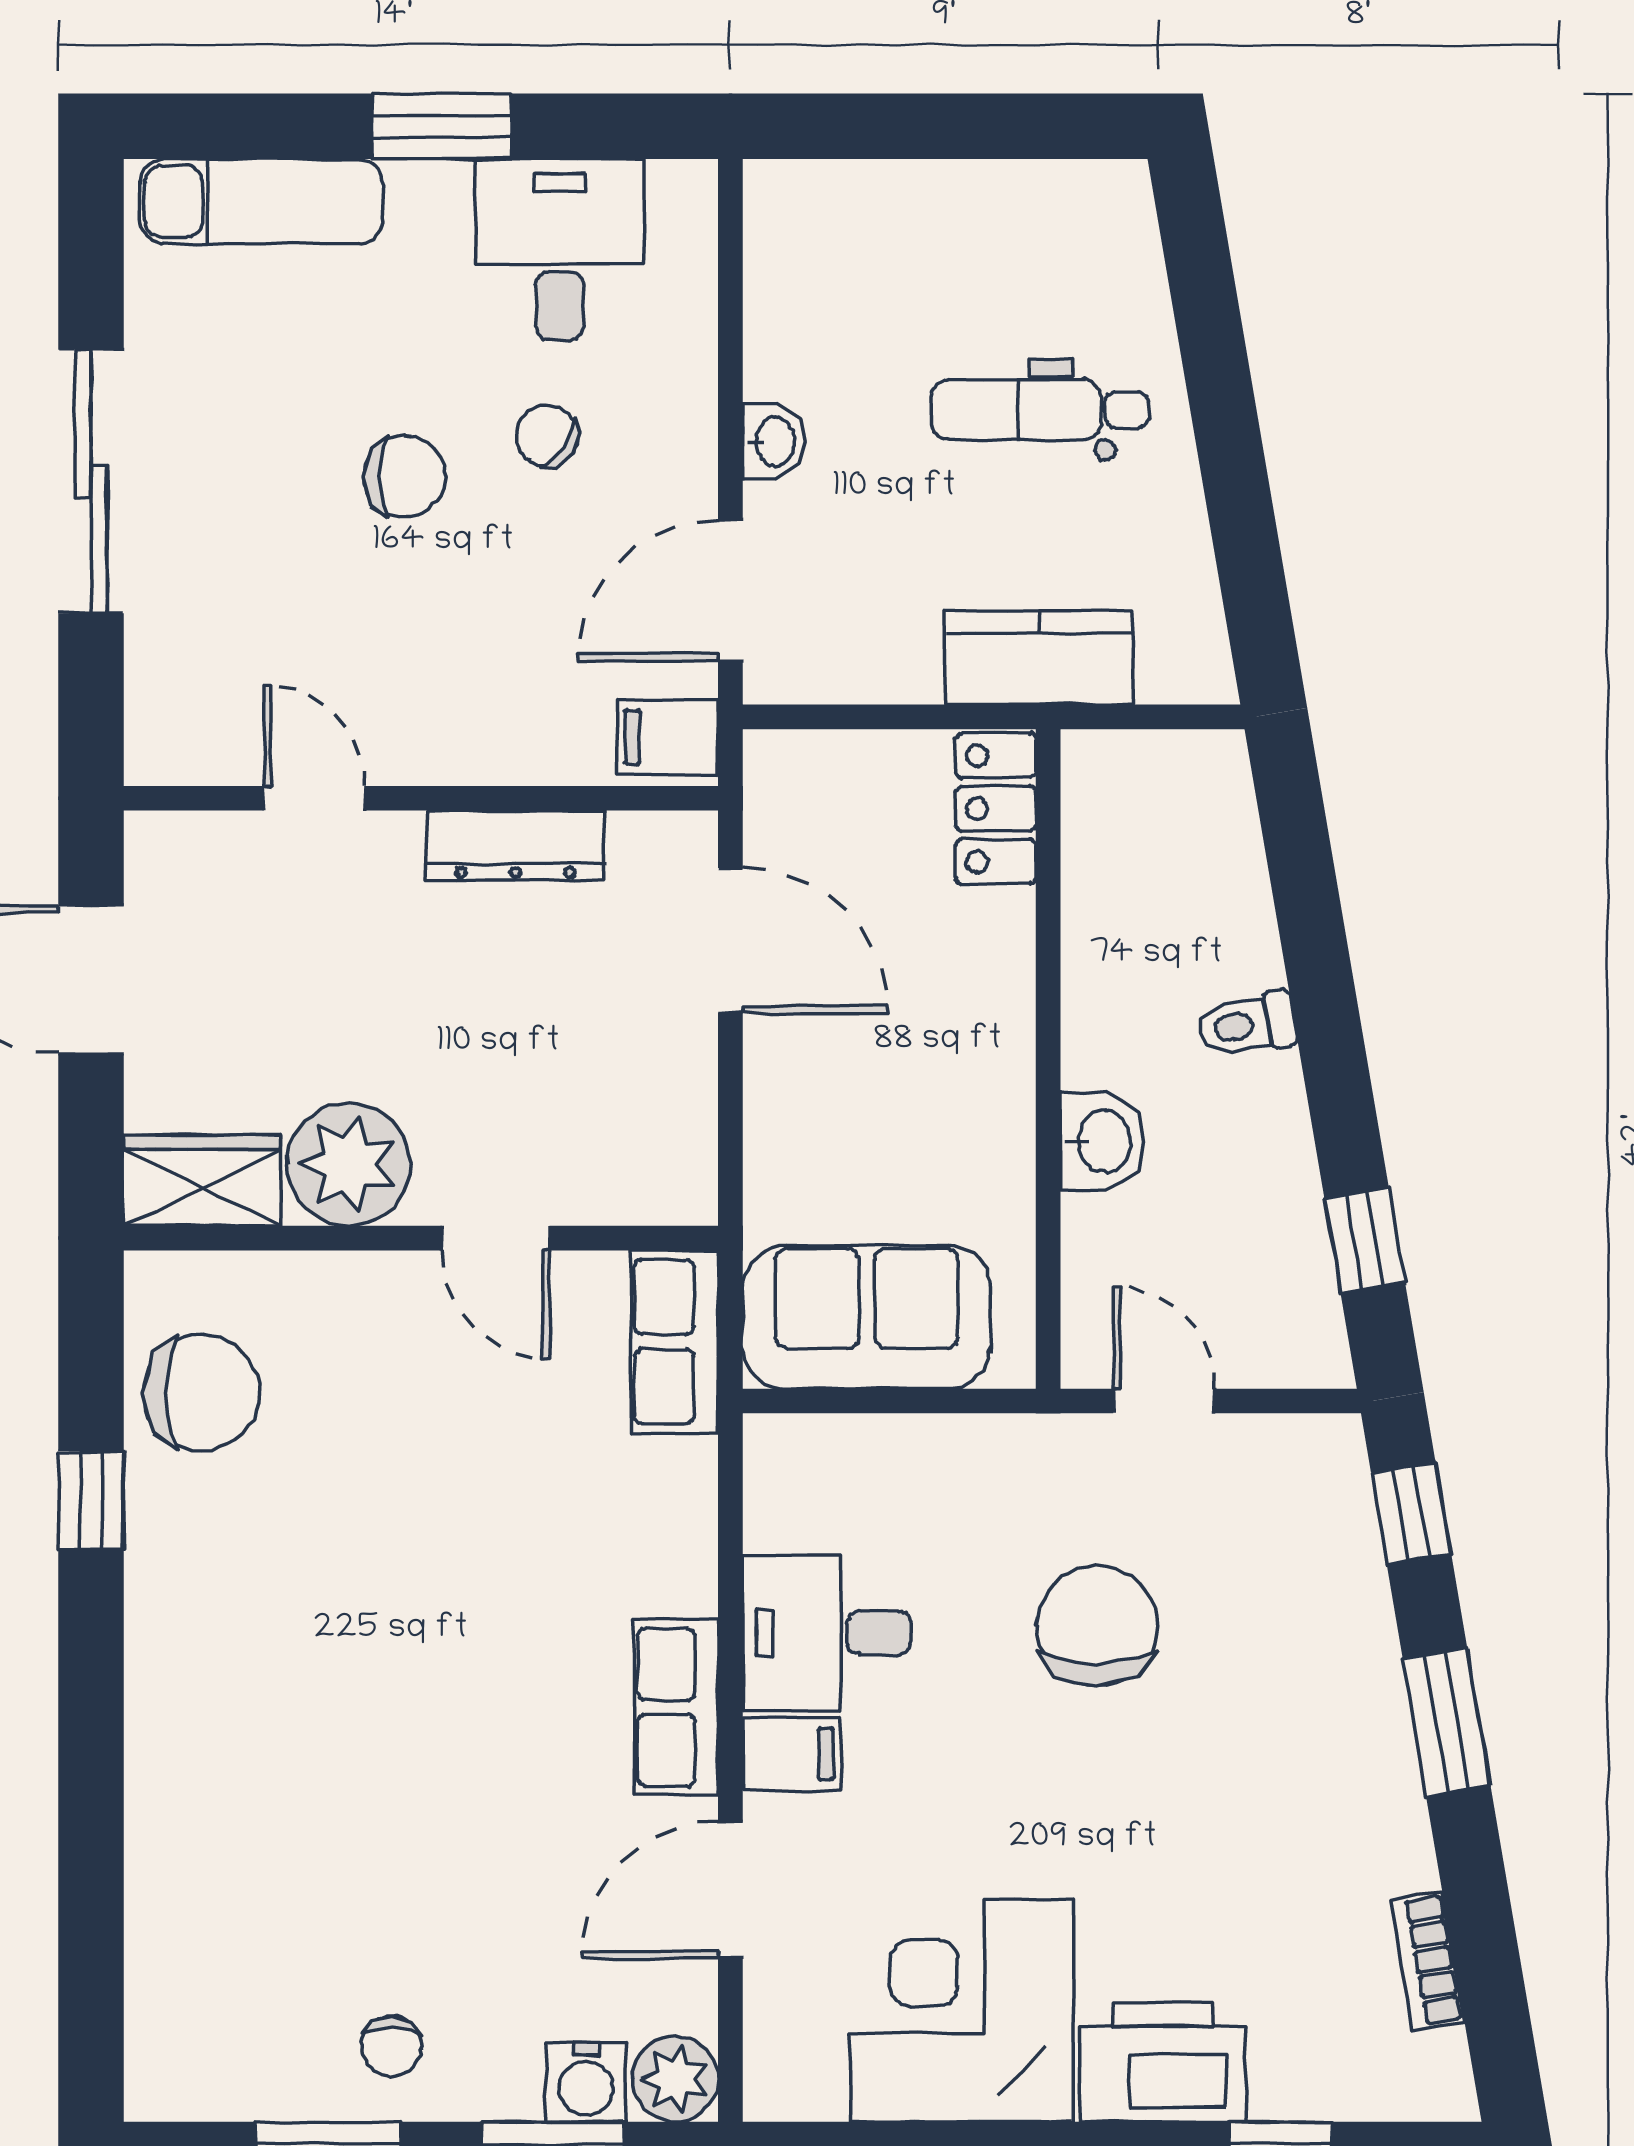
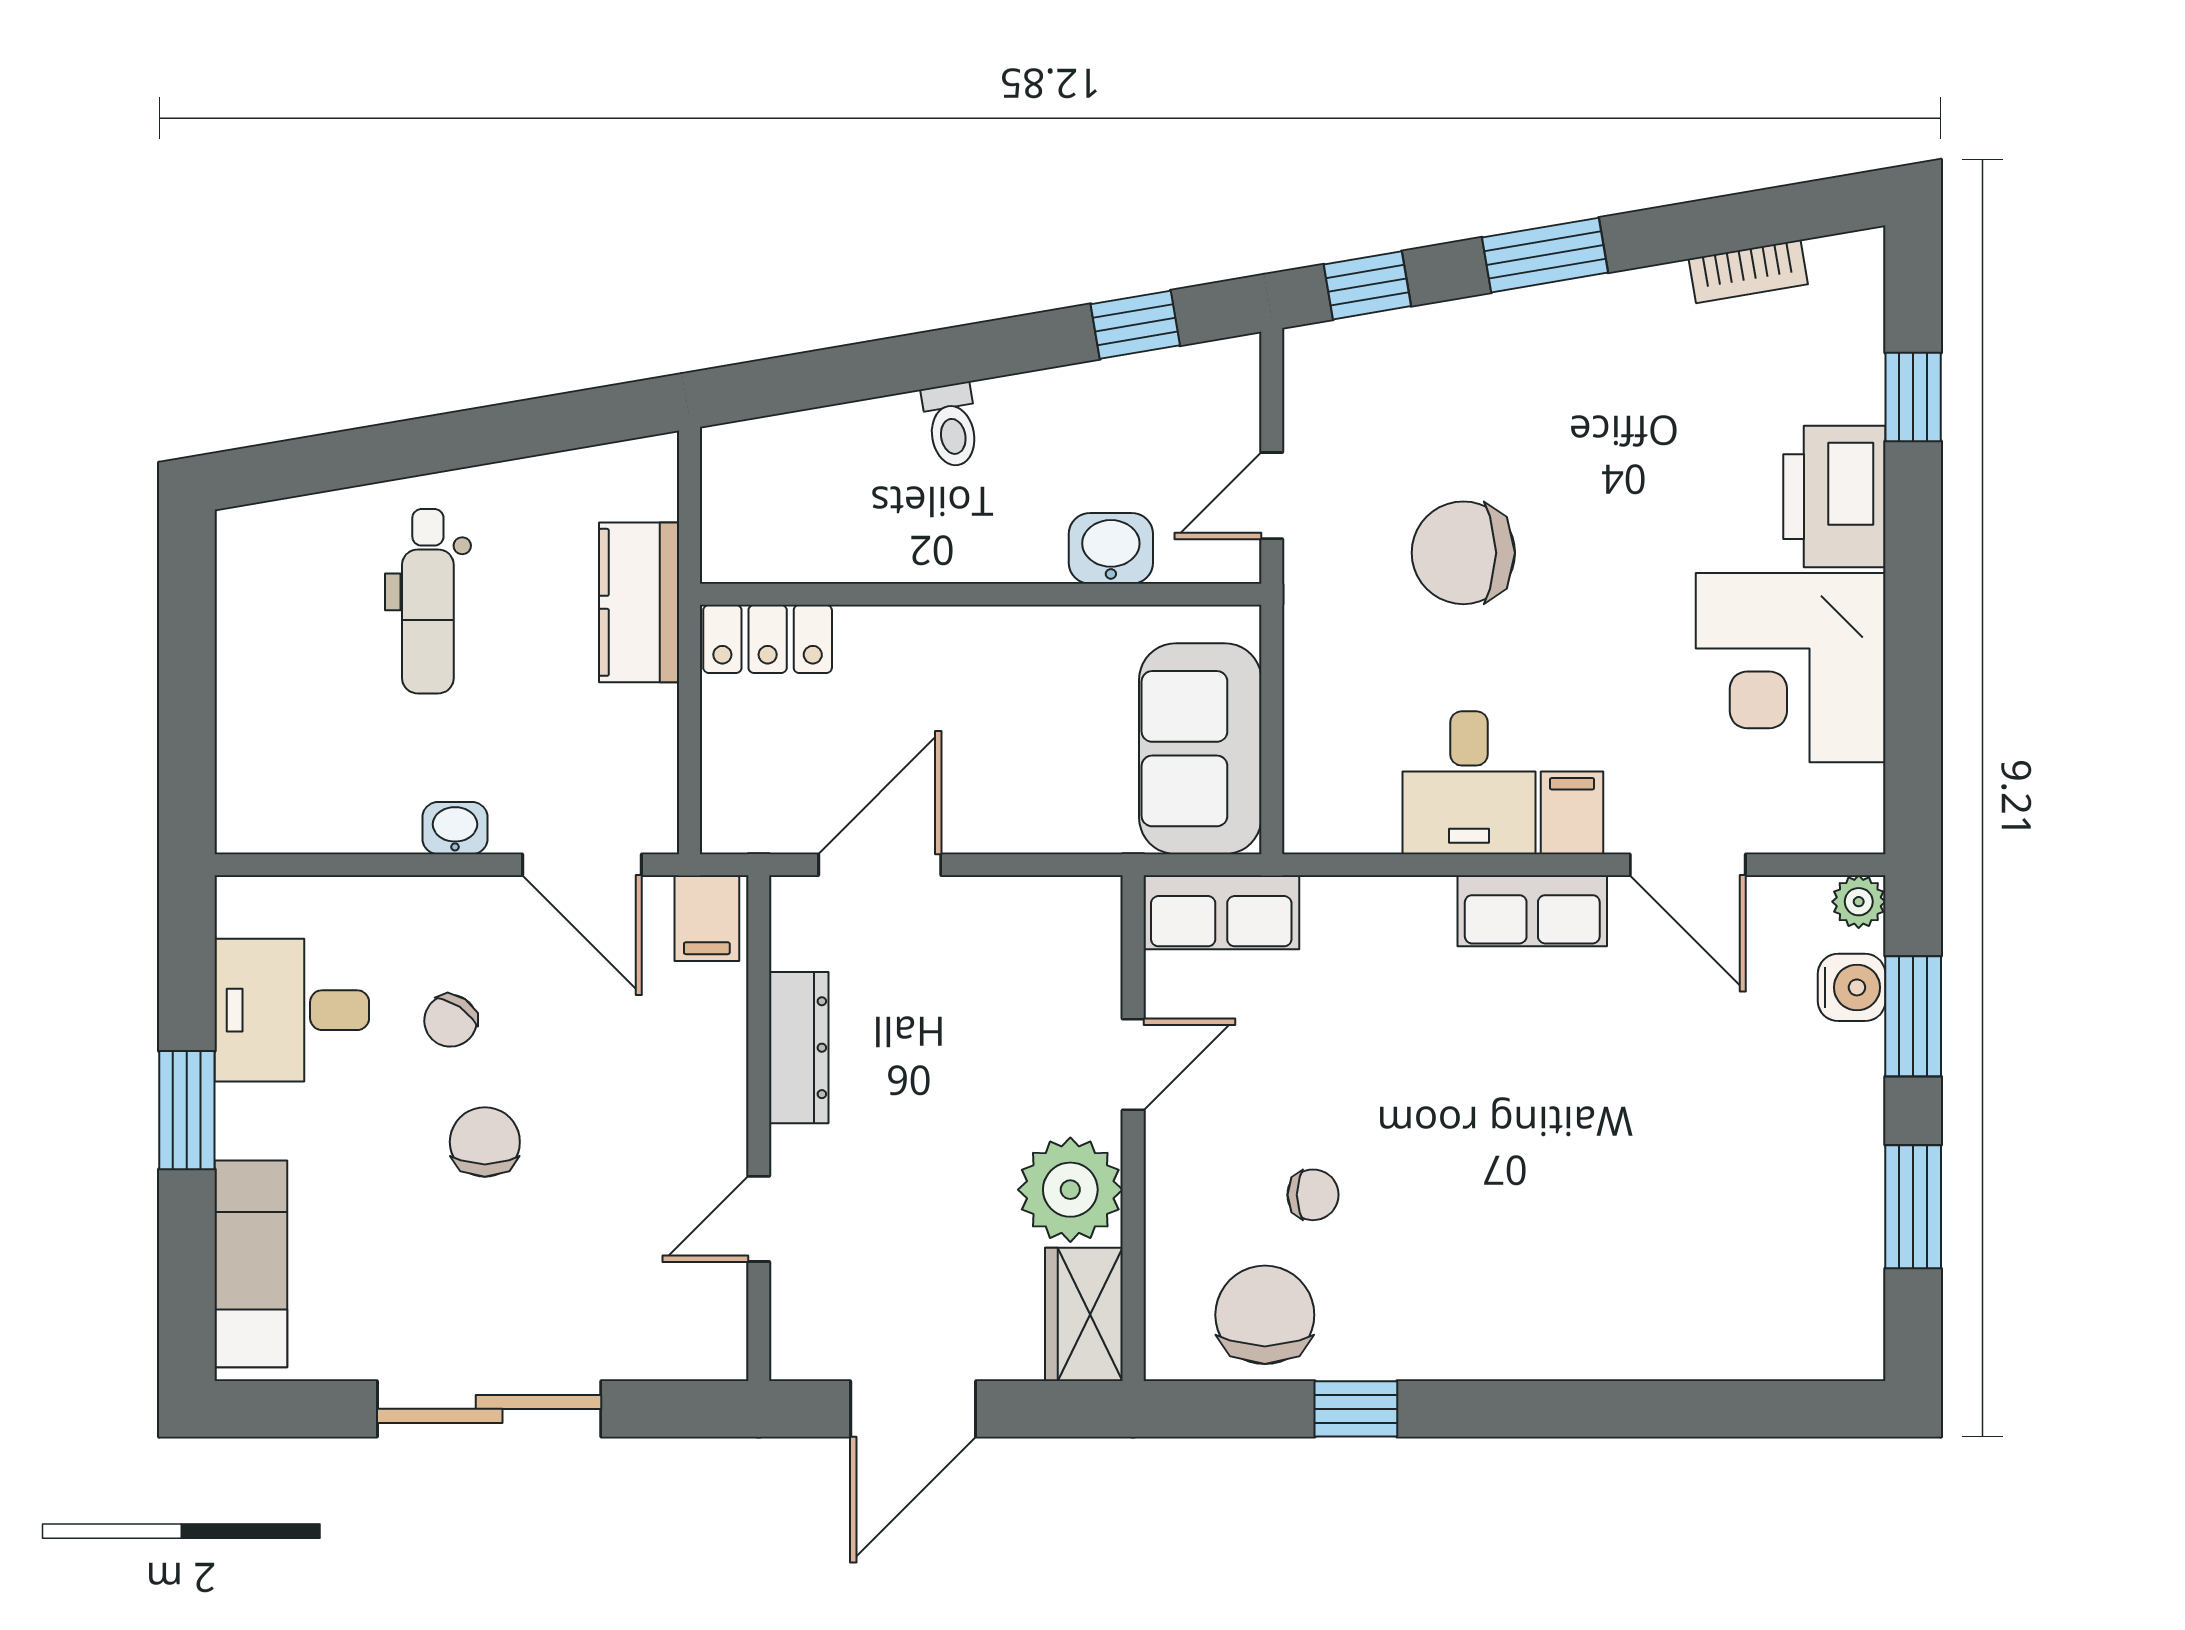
washbasin: (1102, 1142) -> (1111, 548), moved
chair: (391, 2046) -> (1313, 1195), moved
plant: (675, 2079) -> (1859, 902), width x0.73, depth x0.73

